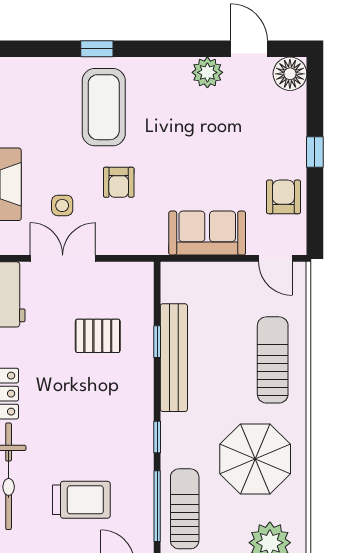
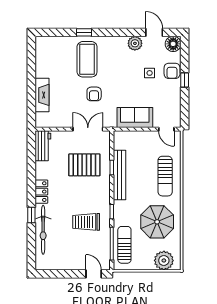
armchair: (283, 197) -> (172, 71), moved, turned 180
side table: (62, 205) -> (150, 73), moved
double door: (63, 258) -> (88, 129), moved
pallet: (98, 336) -> (84, 165), width x1.50, depth x1.42
sun lounger: (273, 360) -> (165, 176), turned 180
trolley: (81, 500) -> (86, 222), moved, turned 180

